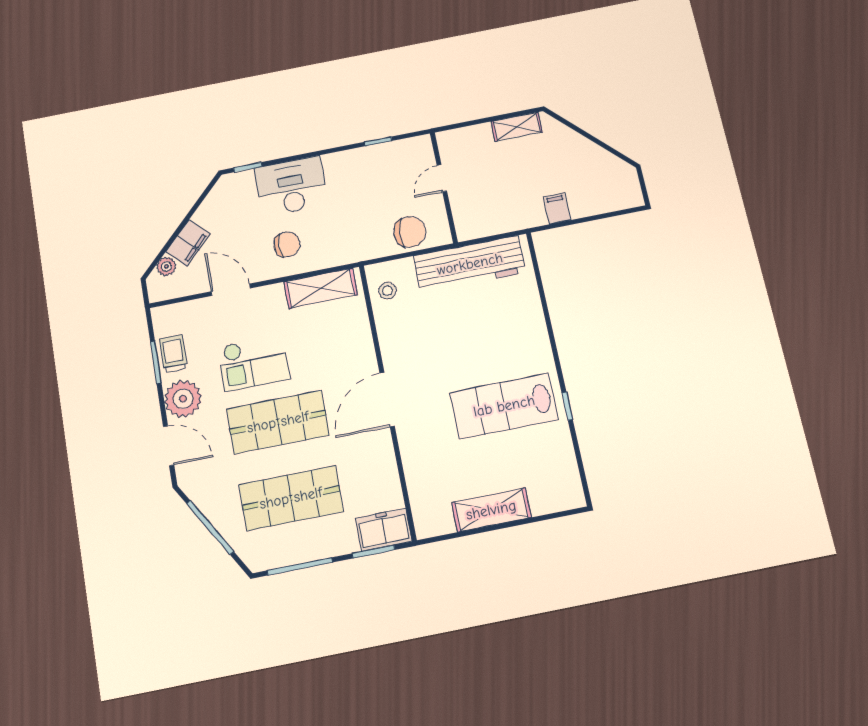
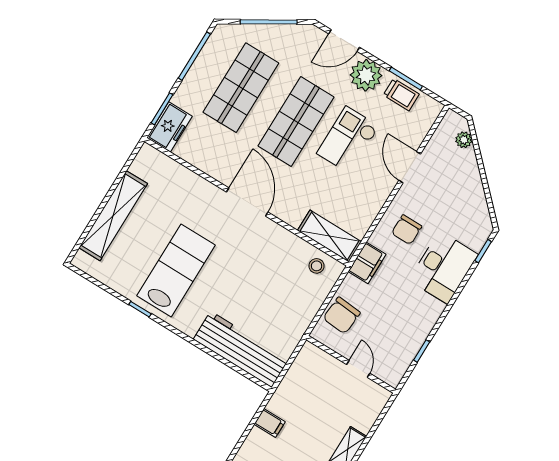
filing cabinet: (188, 243) -> (367, 263), moved, turned -135
workbench: (470, 264) -> (241, 349), moved, turned 90
shelving: (321, 288) -> (329, 236), moved, turned 90
door: (231, 290) -> (410, 167), swing flipped
shelving: (491, 510) -> (113, 216), width x1.47

